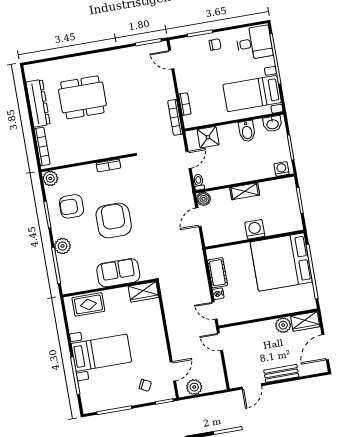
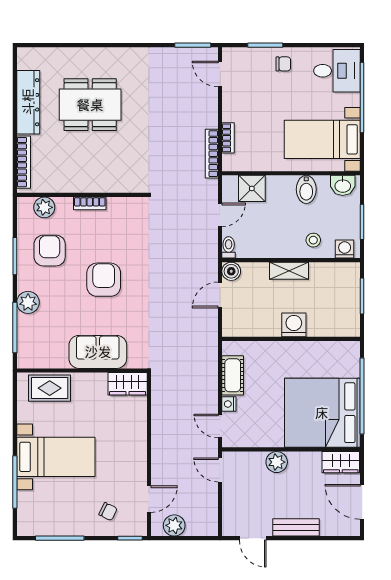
bookcase: (108, 165) -> (90, 203), moved
stool: (258, 166) -> (313, 240), added
plant: (50, 178) -> (44, 207), moved
armchair: (71, 206) -> (50, 251), turned 90
armchair: (114, 221) -> (104, 280), width x0.73, depth x0.73
bed: (281, 262) -> (322, 413), moved
plant: (283, 325) -> (277, 462), moved
door: (325, 347) -> (362, 502), hinge flipped
door: (252, 386) -> (253, 538), hinge flipped

